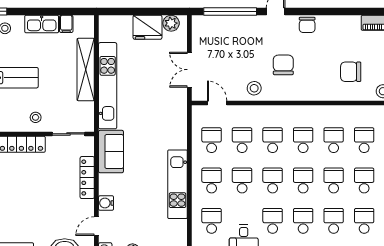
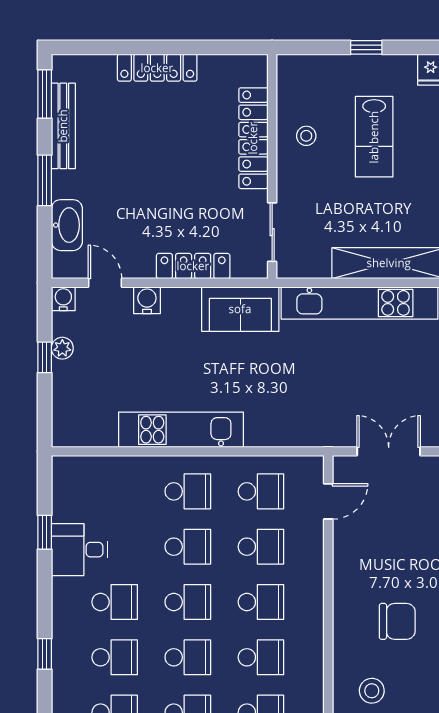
stool: (254, 88) -> (372, 691), moved
stool: (36, 117) -> (306, 136), moved
school desk: (212, 221) -> (115, 491), removed

